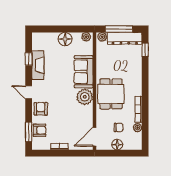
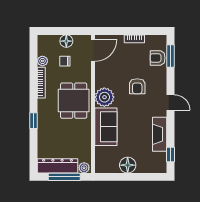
plant: (86, 37) -> (103, 168), removed
window: (145, 50) -> (33, 121), moved
window: (29, 59) -> (171, 154), moved
armchair: (41, 109) -> (137, 86), moved

